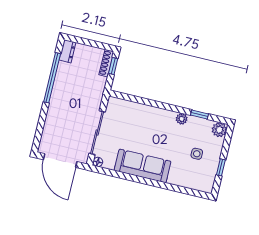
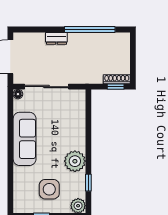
dresser: (67, 51) -> (56, 38), moved
plant: (182, 119) -> (75, 161), width x1.87, depth x1.87
side table: (197, 154) -> (49, 189), width x1.87, depth x1.87

